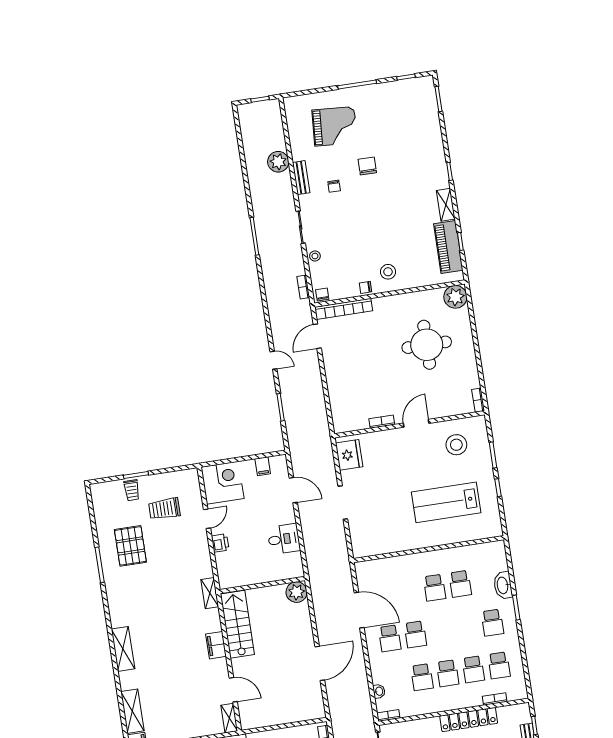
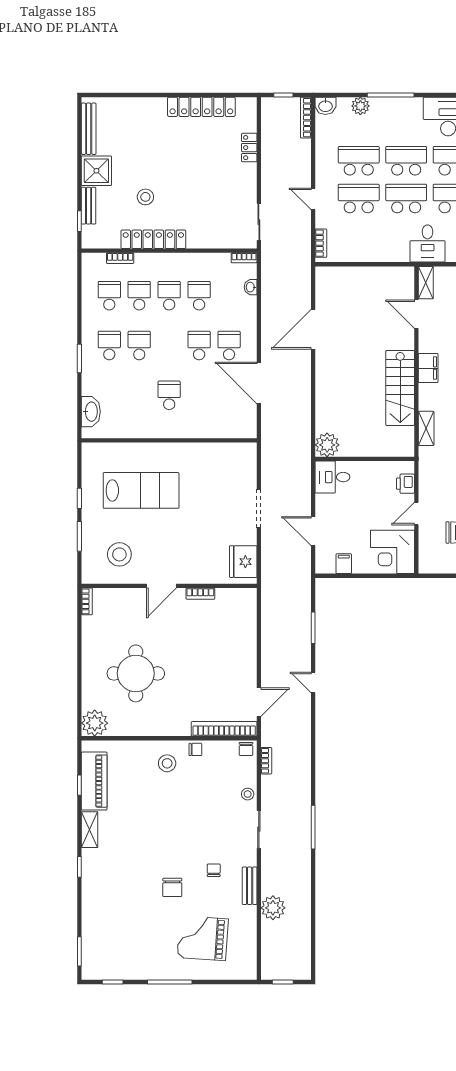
school desk: (460, 584) -> (139, 346), moved
wall: (262, 585) -> (365, 459), moved
washbasin: (503, 585) -> (91, 412), moved
plant: (297, 592) -> (327, 445), moved

